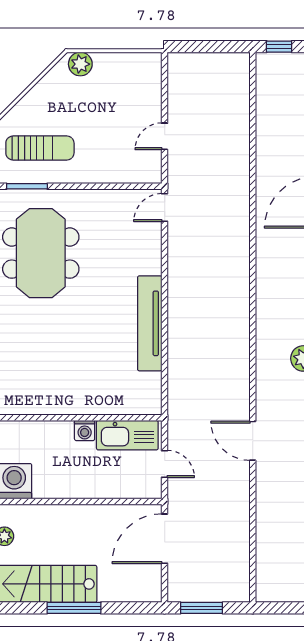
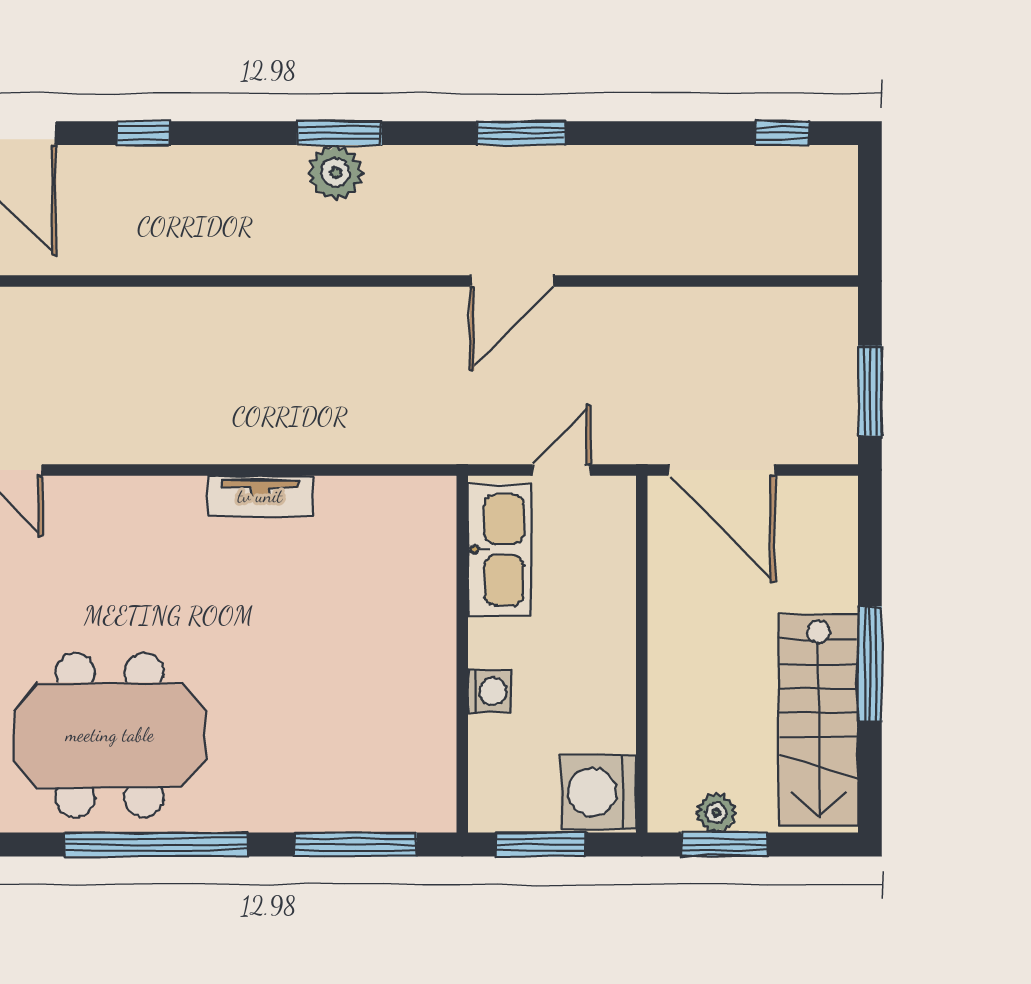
tv unit: (150, 323) -> (260, 496), width x0.52, depth x0.78
washing machine: (85, 430) -> (490, 691), moved

